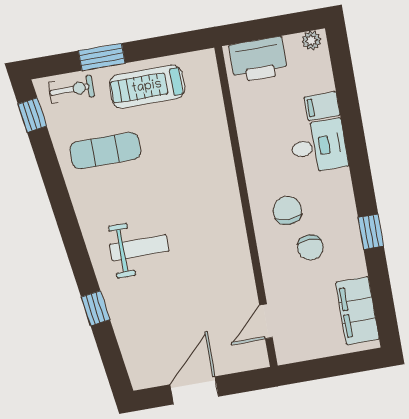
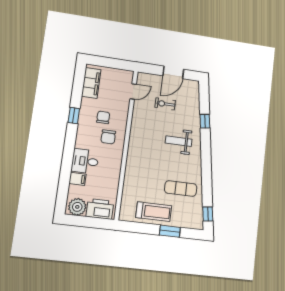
plant: (312, 40) -> (77, 207), width x1.88, depth x1.88
exercise bike: (72, 89) -> (165, 104), moved

